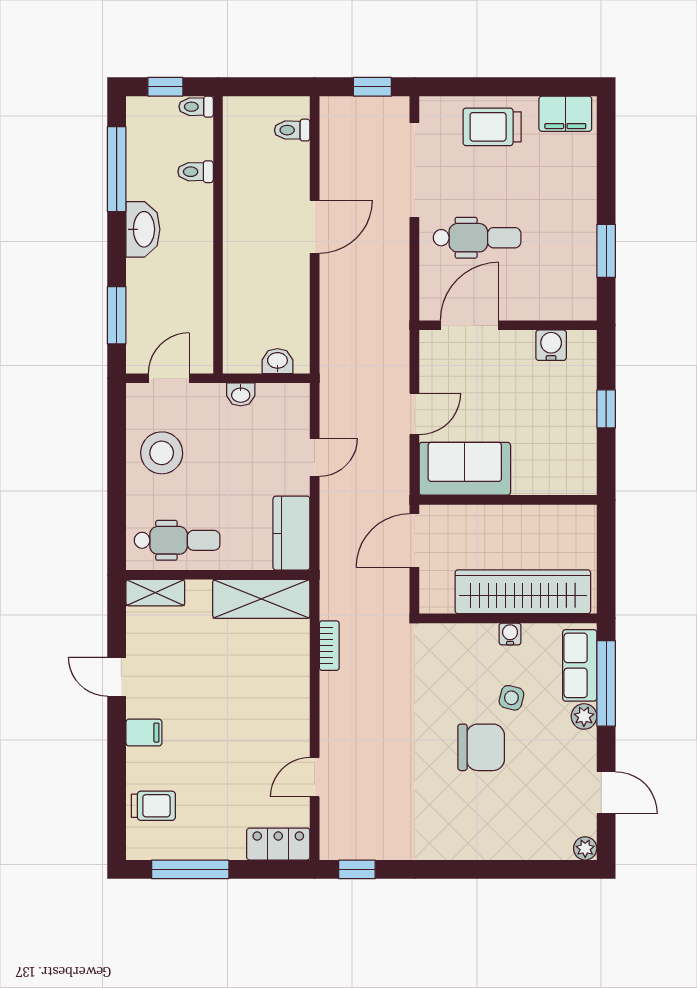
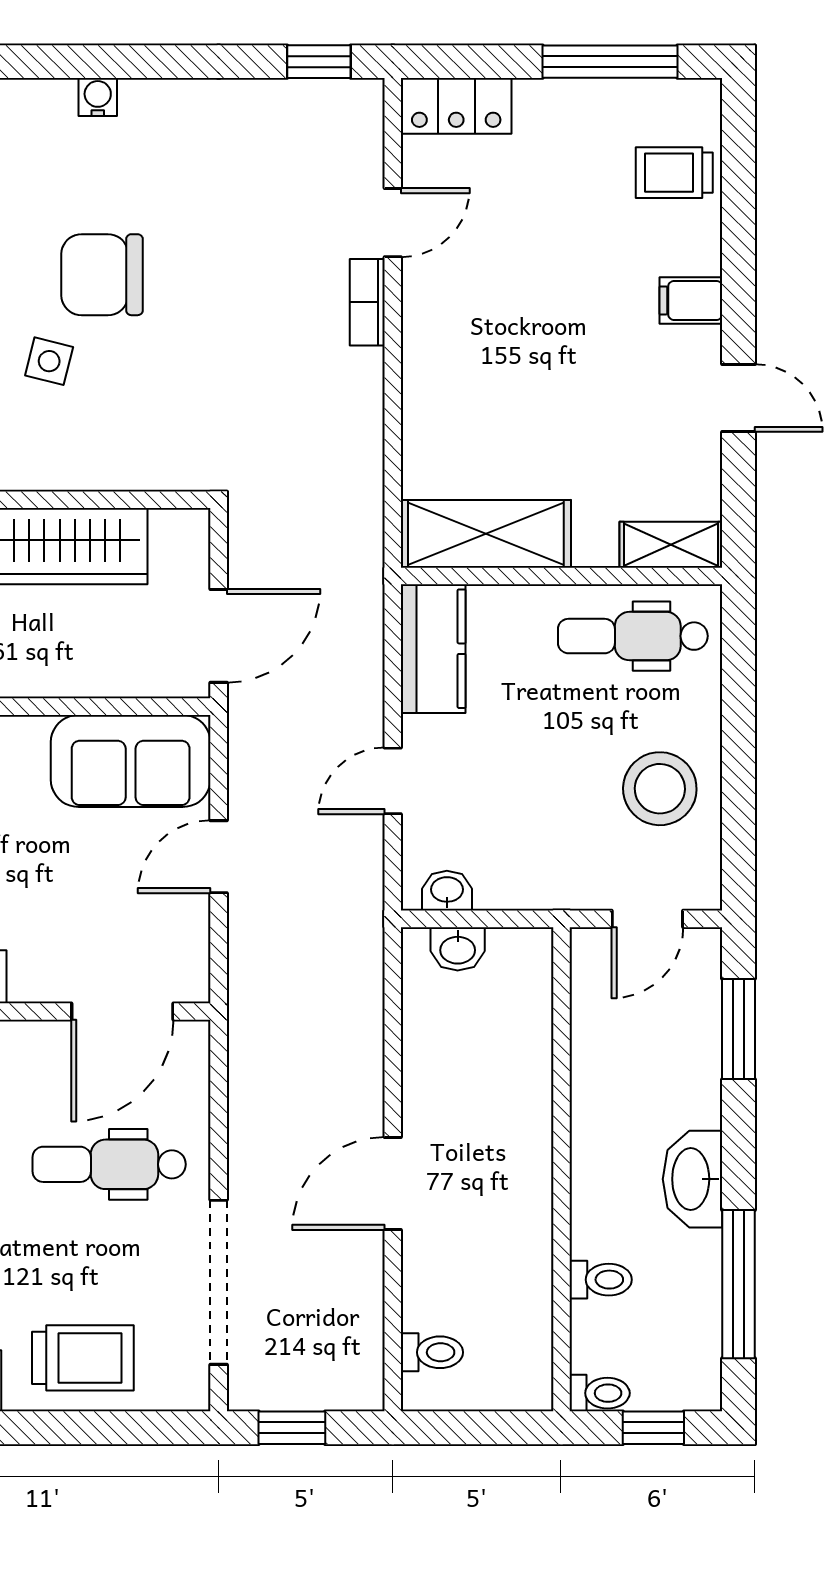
washbasin: (241, 394) -> (447, 891), moved
water cooler: (510, 634) -> (98, 97), moved, turned 180
bookcase: (329, 646) -> (367, 302), moved

